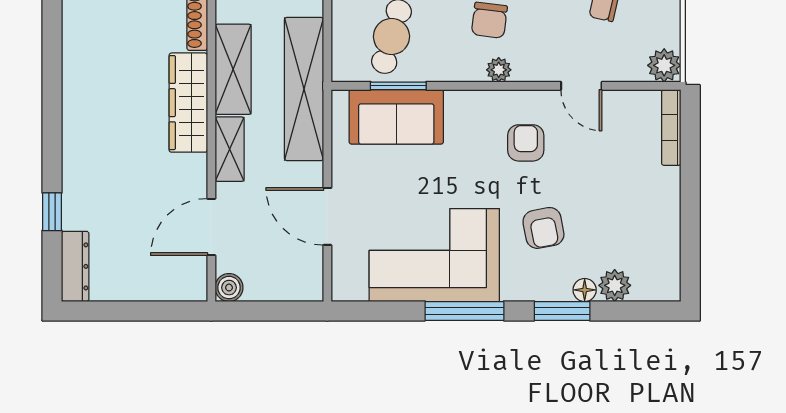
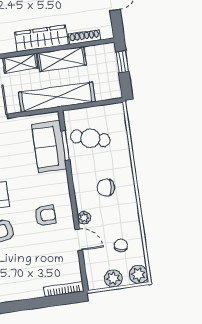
plant: (664, 65) -> (113, 278), moved
plant: (499, 70) -> (84, 218), moved
door: (581, 86) -> (79, 240), swing flipped

